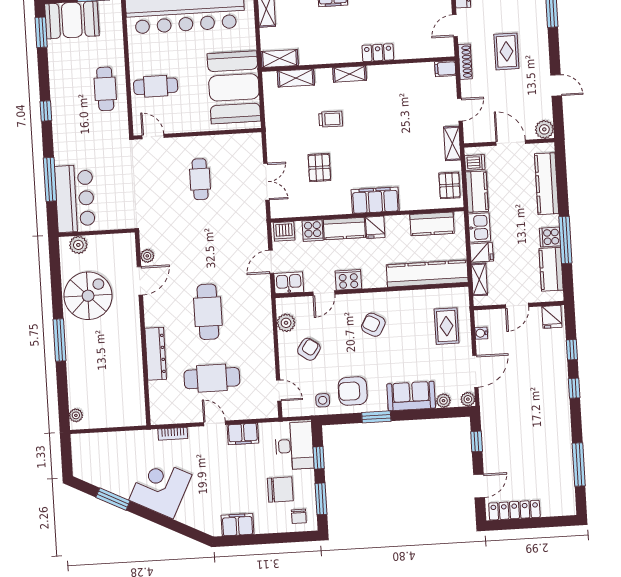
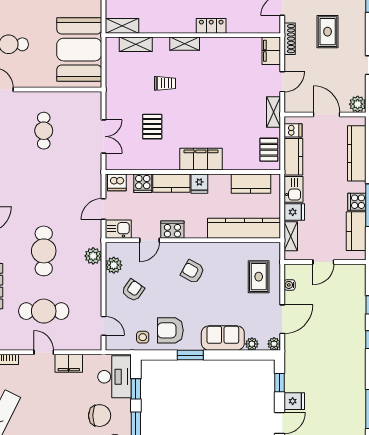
filing cabinet: (445, 69) -> (271, 51), width x2.00
plant: (263, 314) -> (93, 256), added
fridge: (552, 317) -> (294, 401), moved, turned -90

